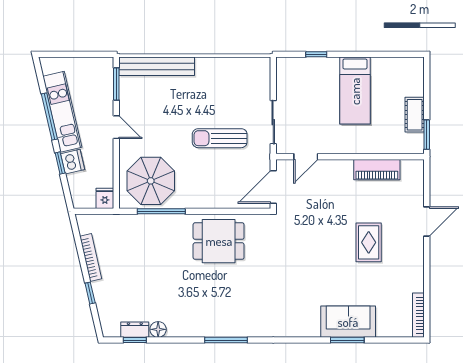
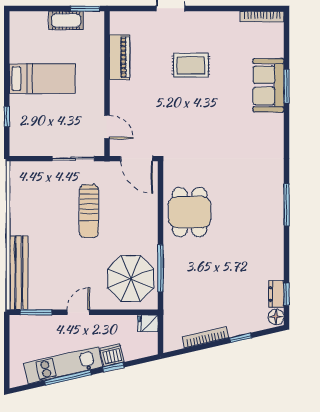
floor lamp: (158, 329) -> (276, 317), moved

